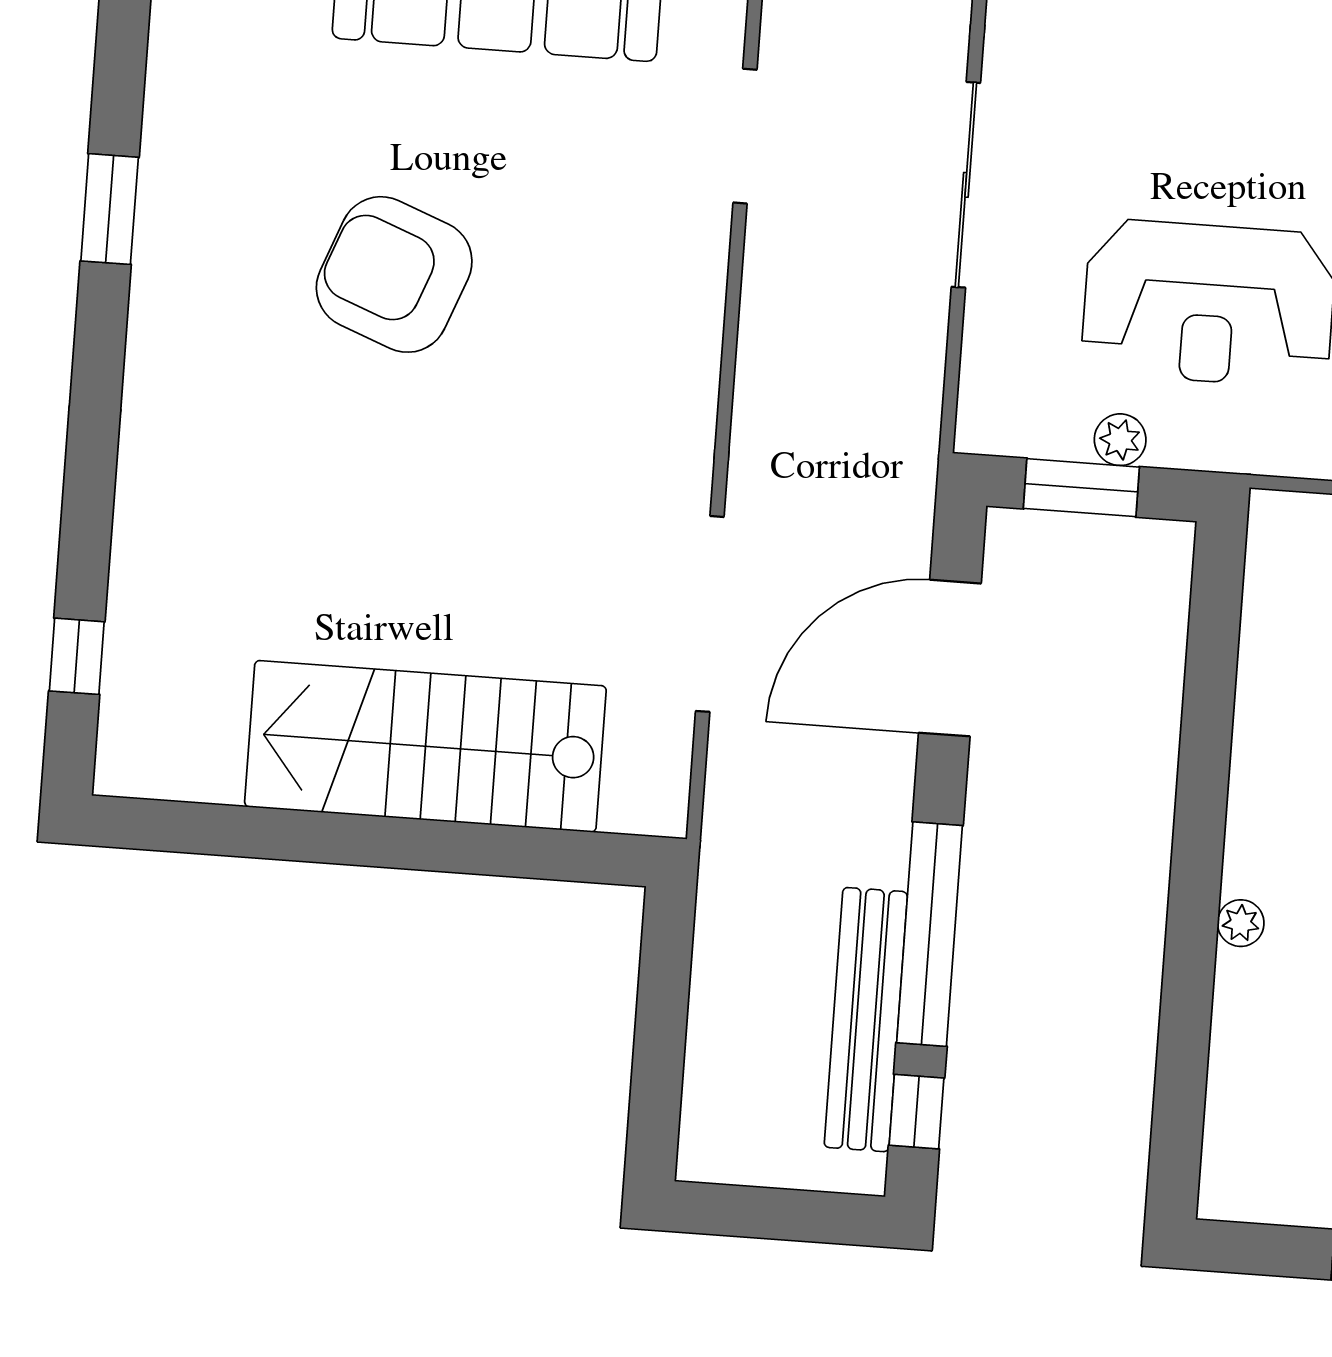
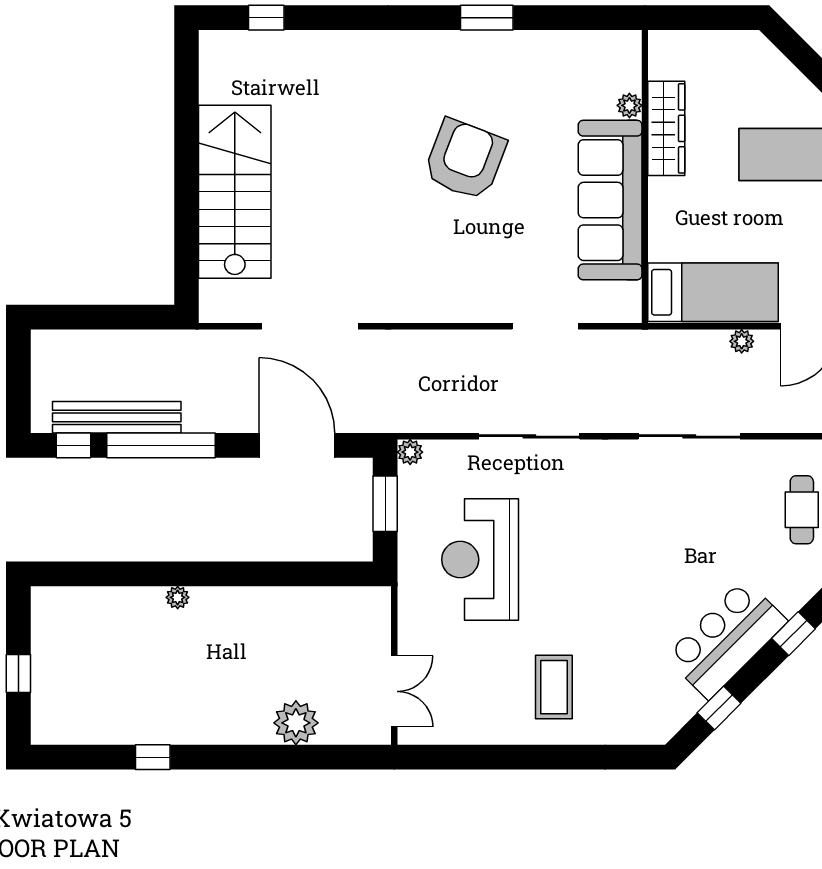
plant: (1120, 440) -> (410, 452), moved

